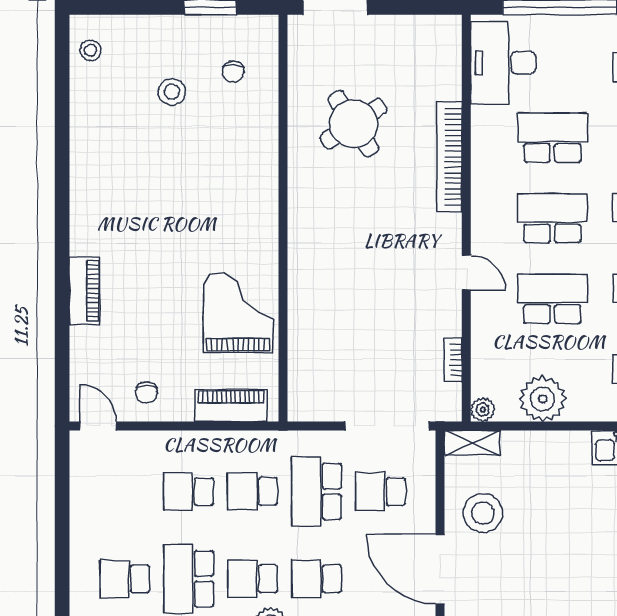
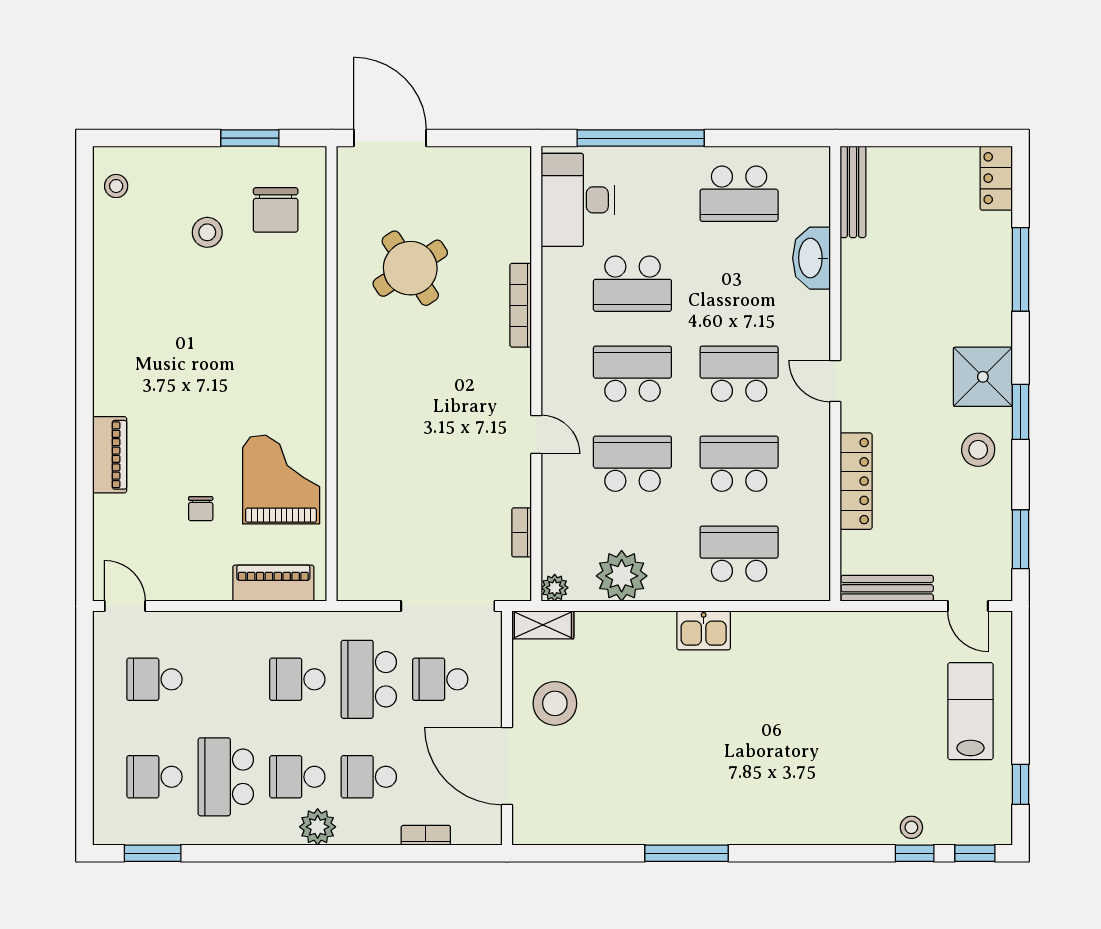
chair: (233, 72) -> (276, 210), width x1.87, depth x1.87
school desk: (552, 138) -> (632, 284), turned 180
bookcase: (449, 157) -> (521, 305), width x0.68, depth x0.76
chair: (146, 392) -> (201, 509), moved
school desk: (189, 492) -> (154, 679), moved

